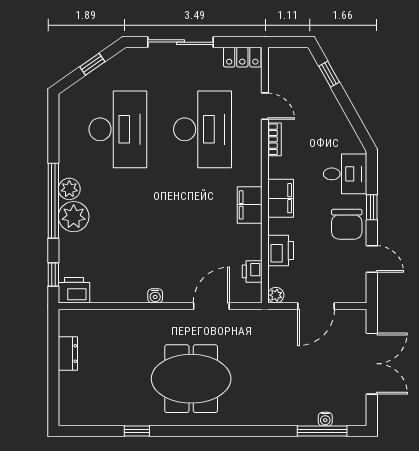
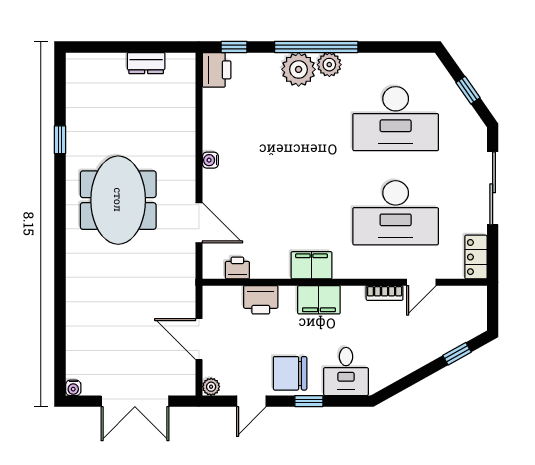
plant: (276, 295) -> (211, 387), moved
water cooler: (325, 419) -> (73, 388), moved, turned -90
window: (322, 431) -> (60, 346), removed

